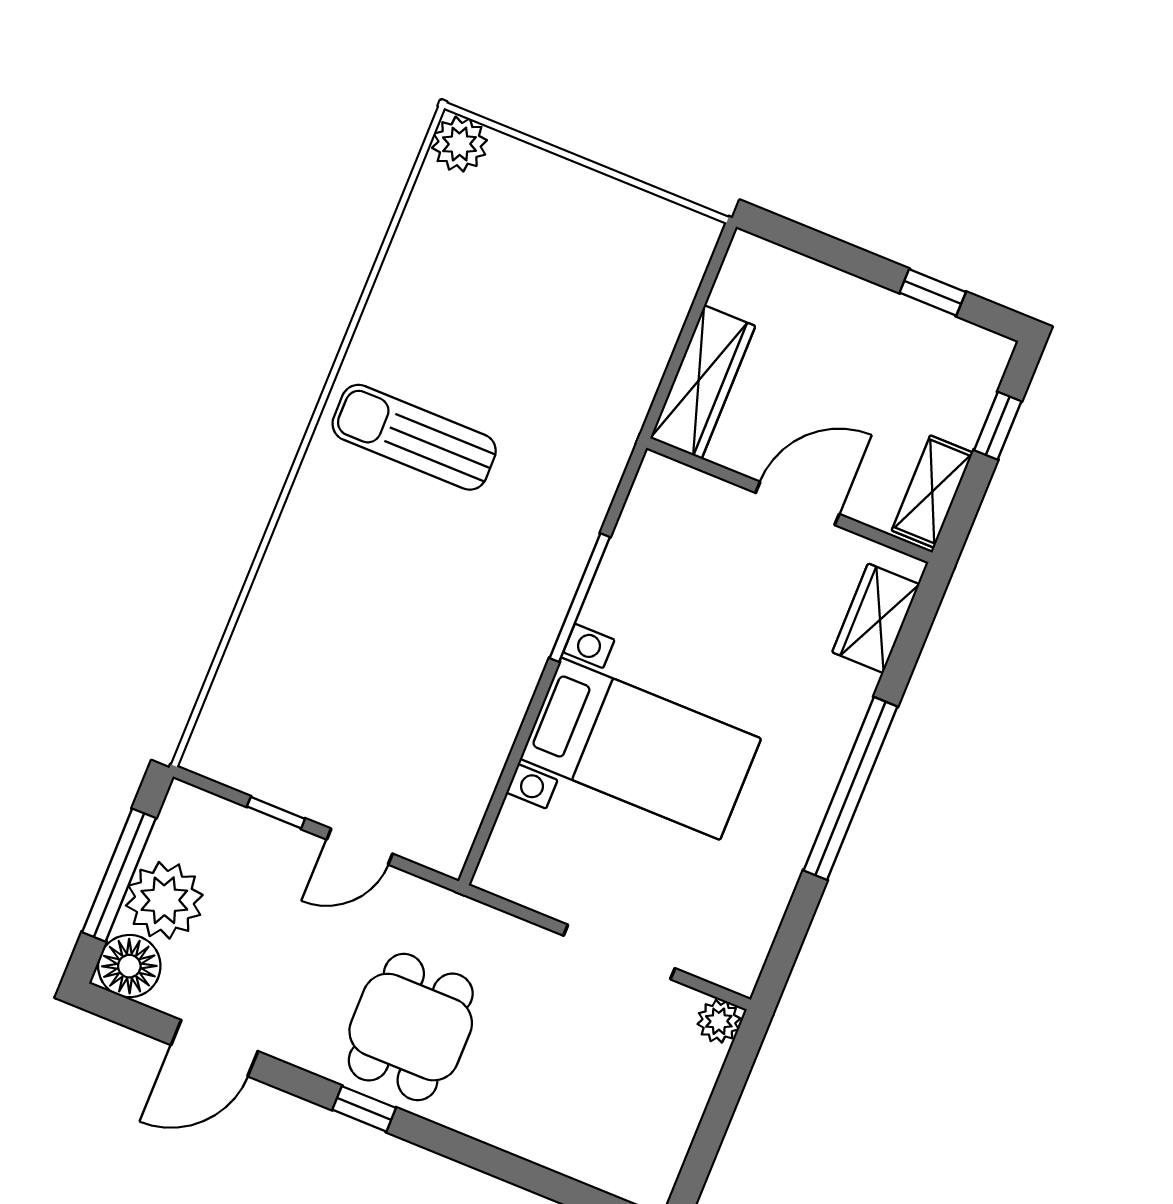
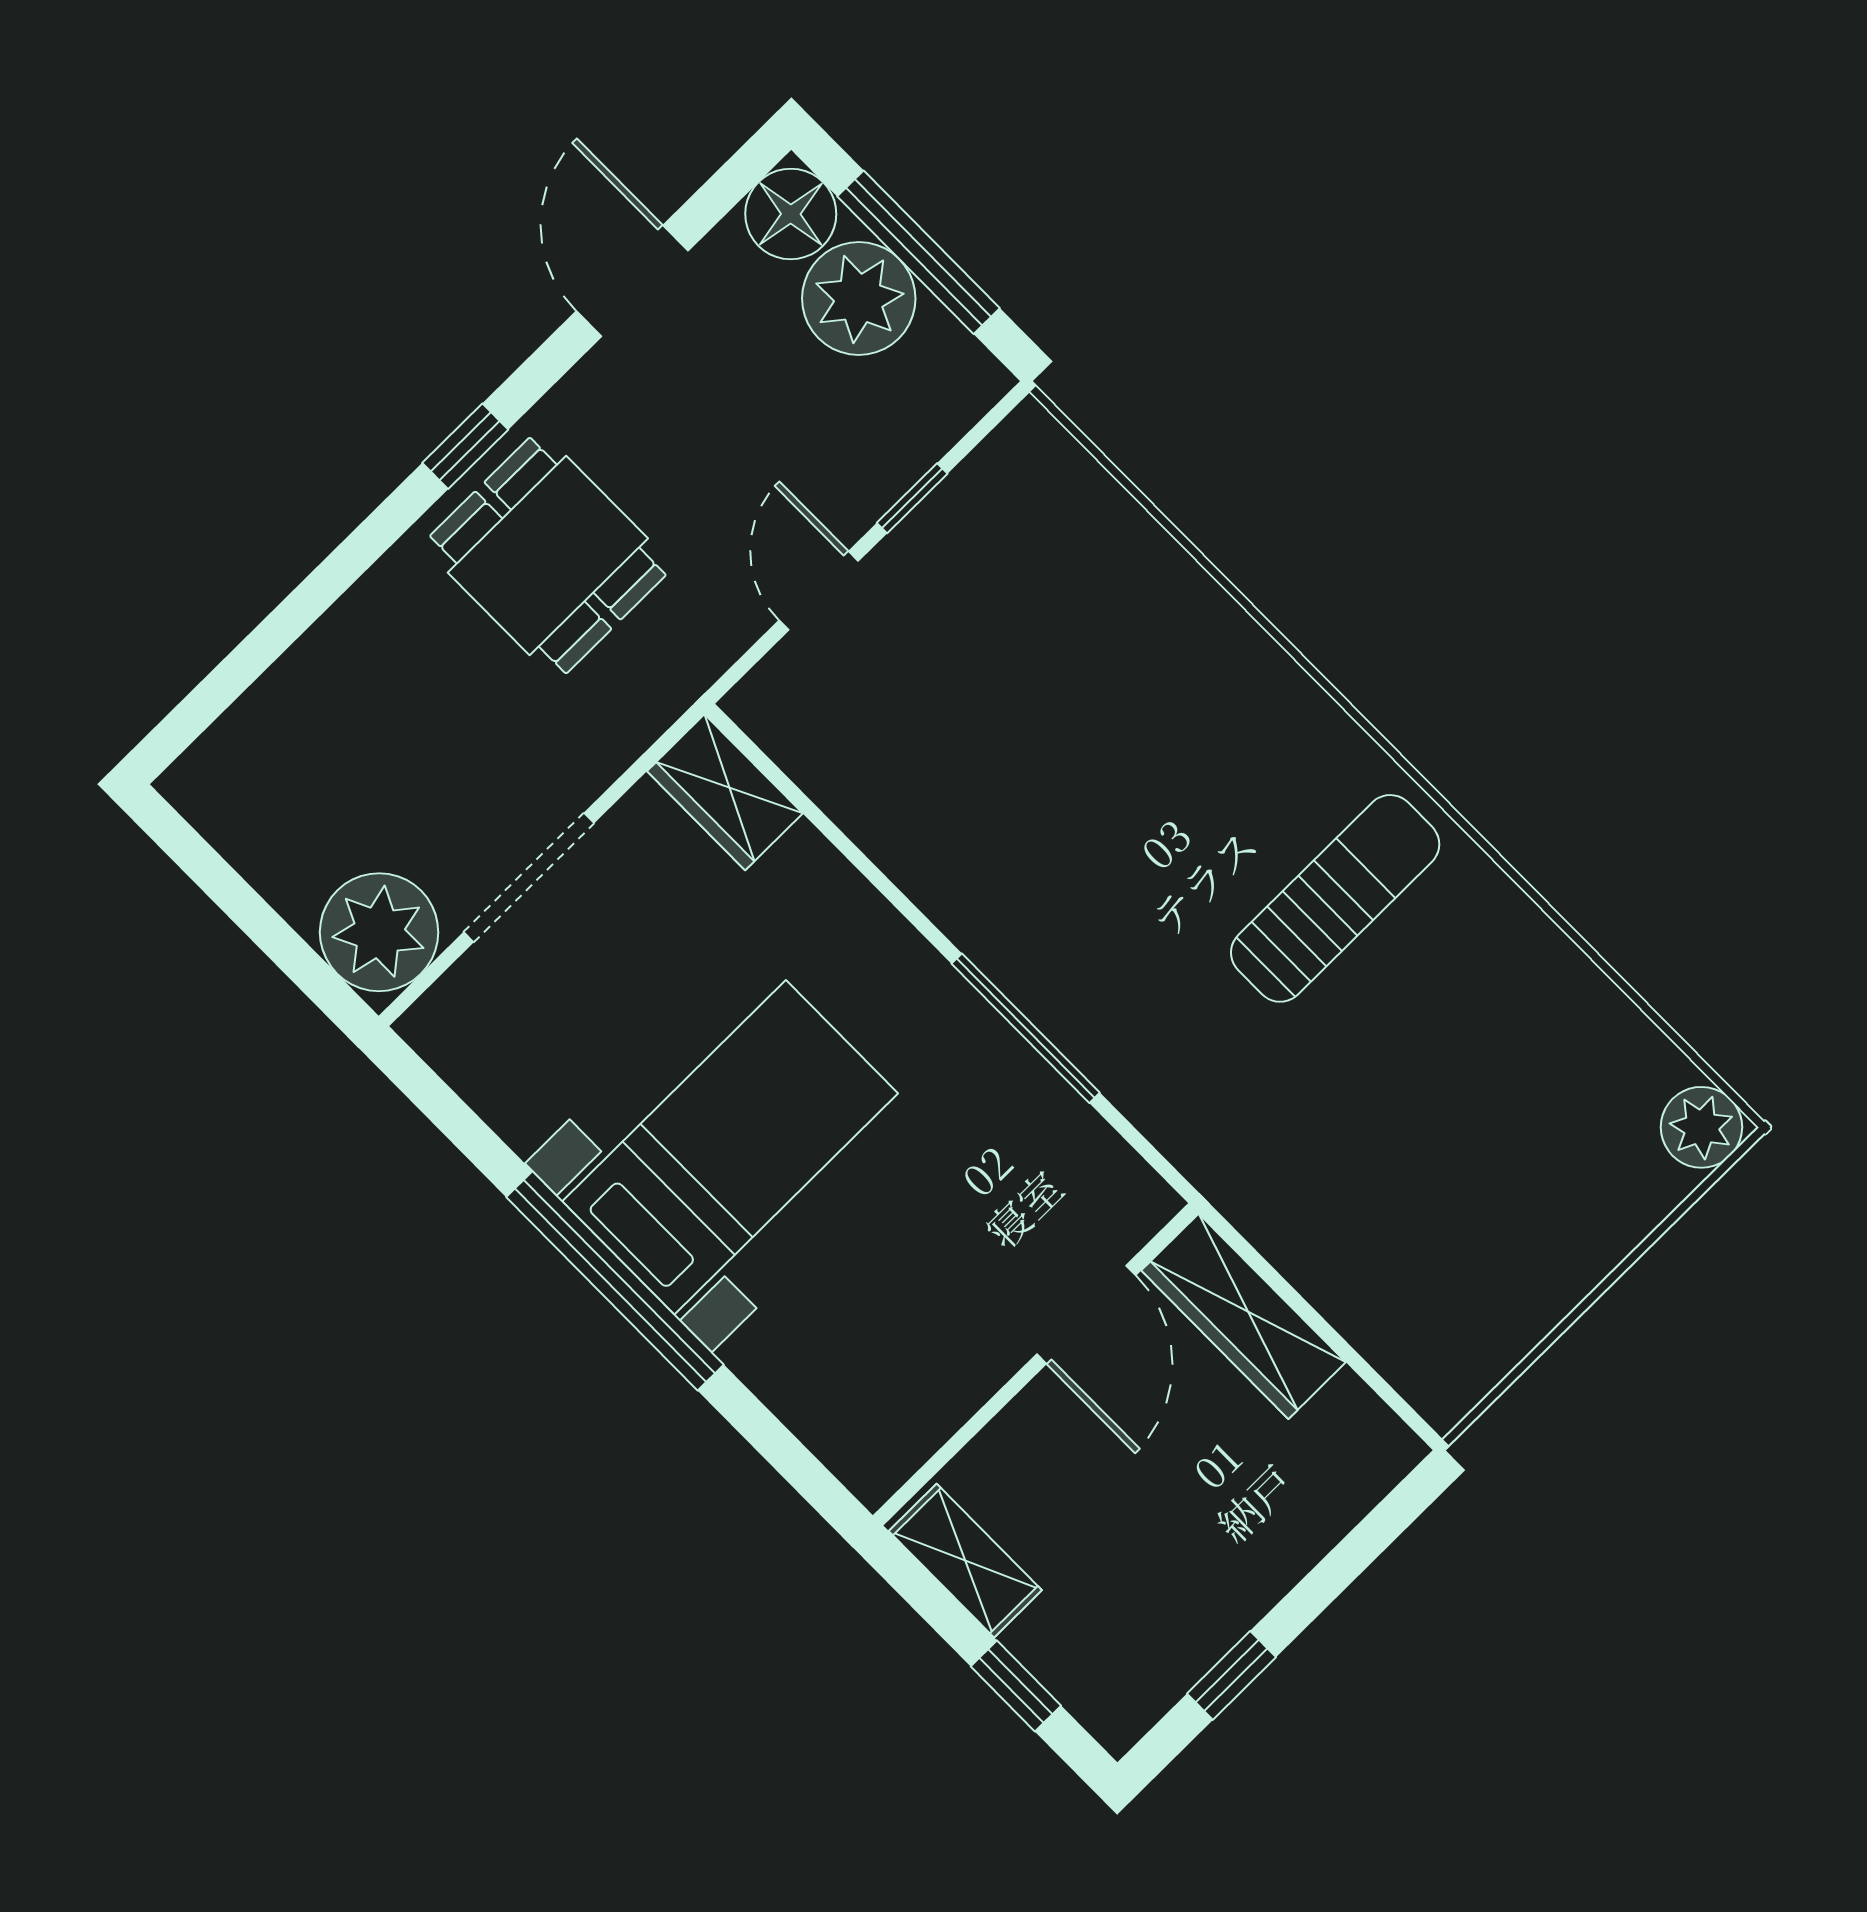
door: (797, 503) -> (1086, 1315), moved
wardrobe: (876, 618) -> (725, 792), moved, turned 180
bed with nightstands: (641, 749) -> (730, 1147), moved, turned 180
plant: (719, 1021) -> (379, 932), width x1.88, depth x1.88

